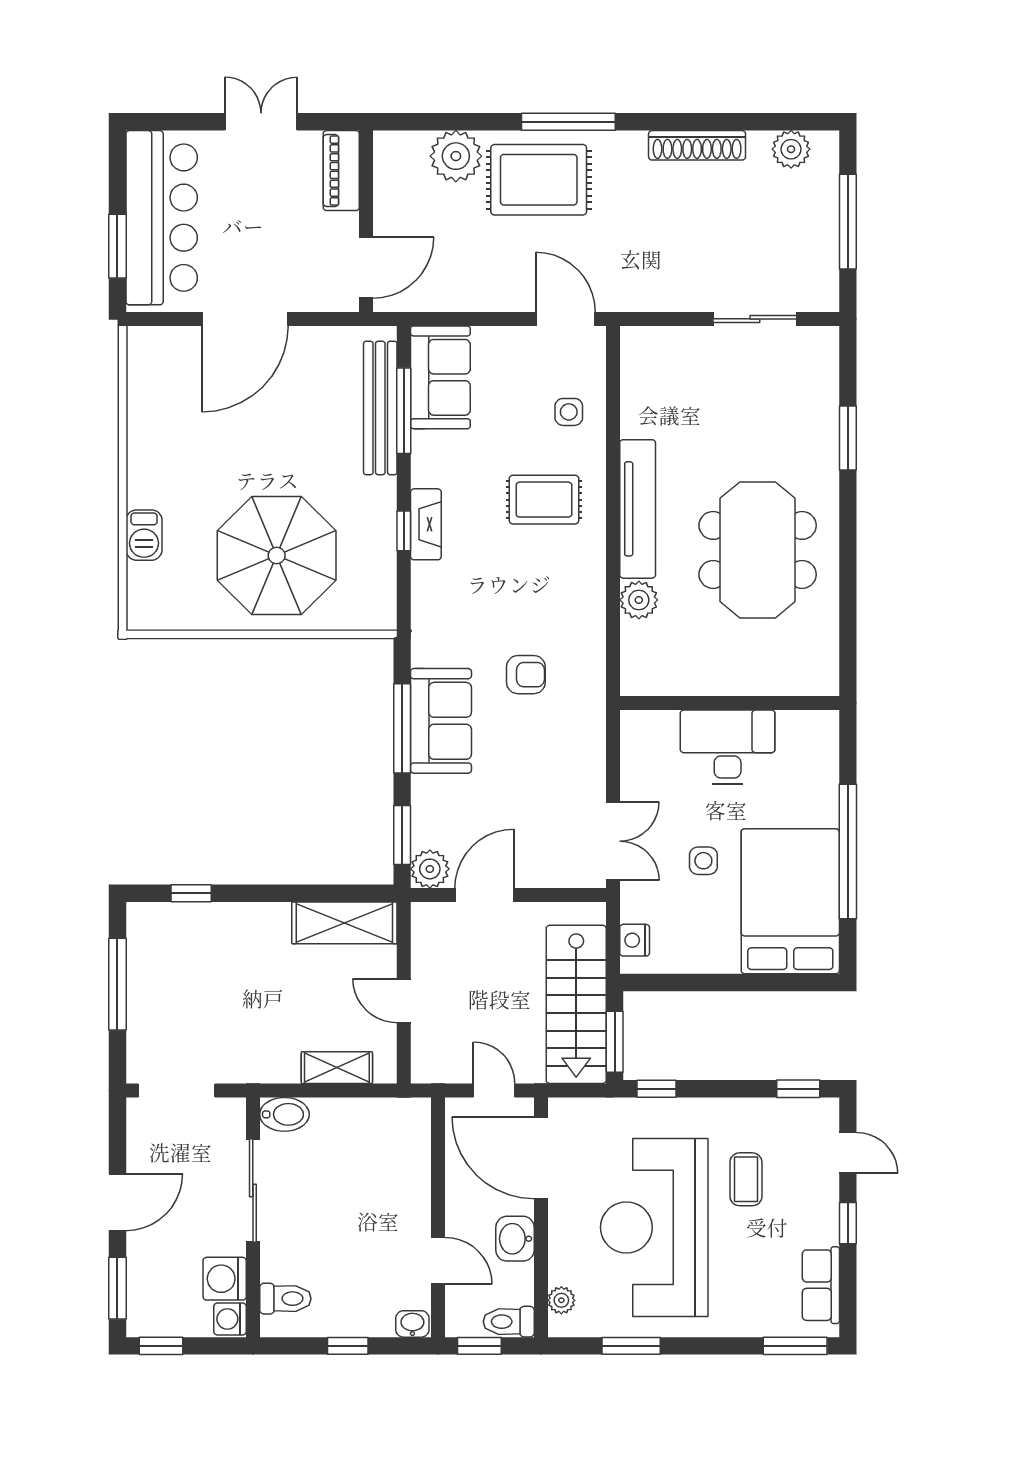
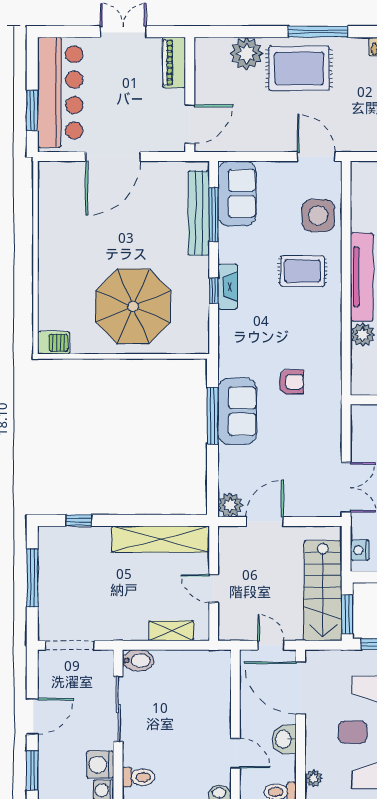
side table: (569, 412) -> (318, 215), width x1.87, depth x1.87
barbecue: (144, 535) -> (54, 343), moved, turned -90
window: (402, 835) -> (213, 484), removed
shelving: (344, 923) -> (160, 539), width x1.47

